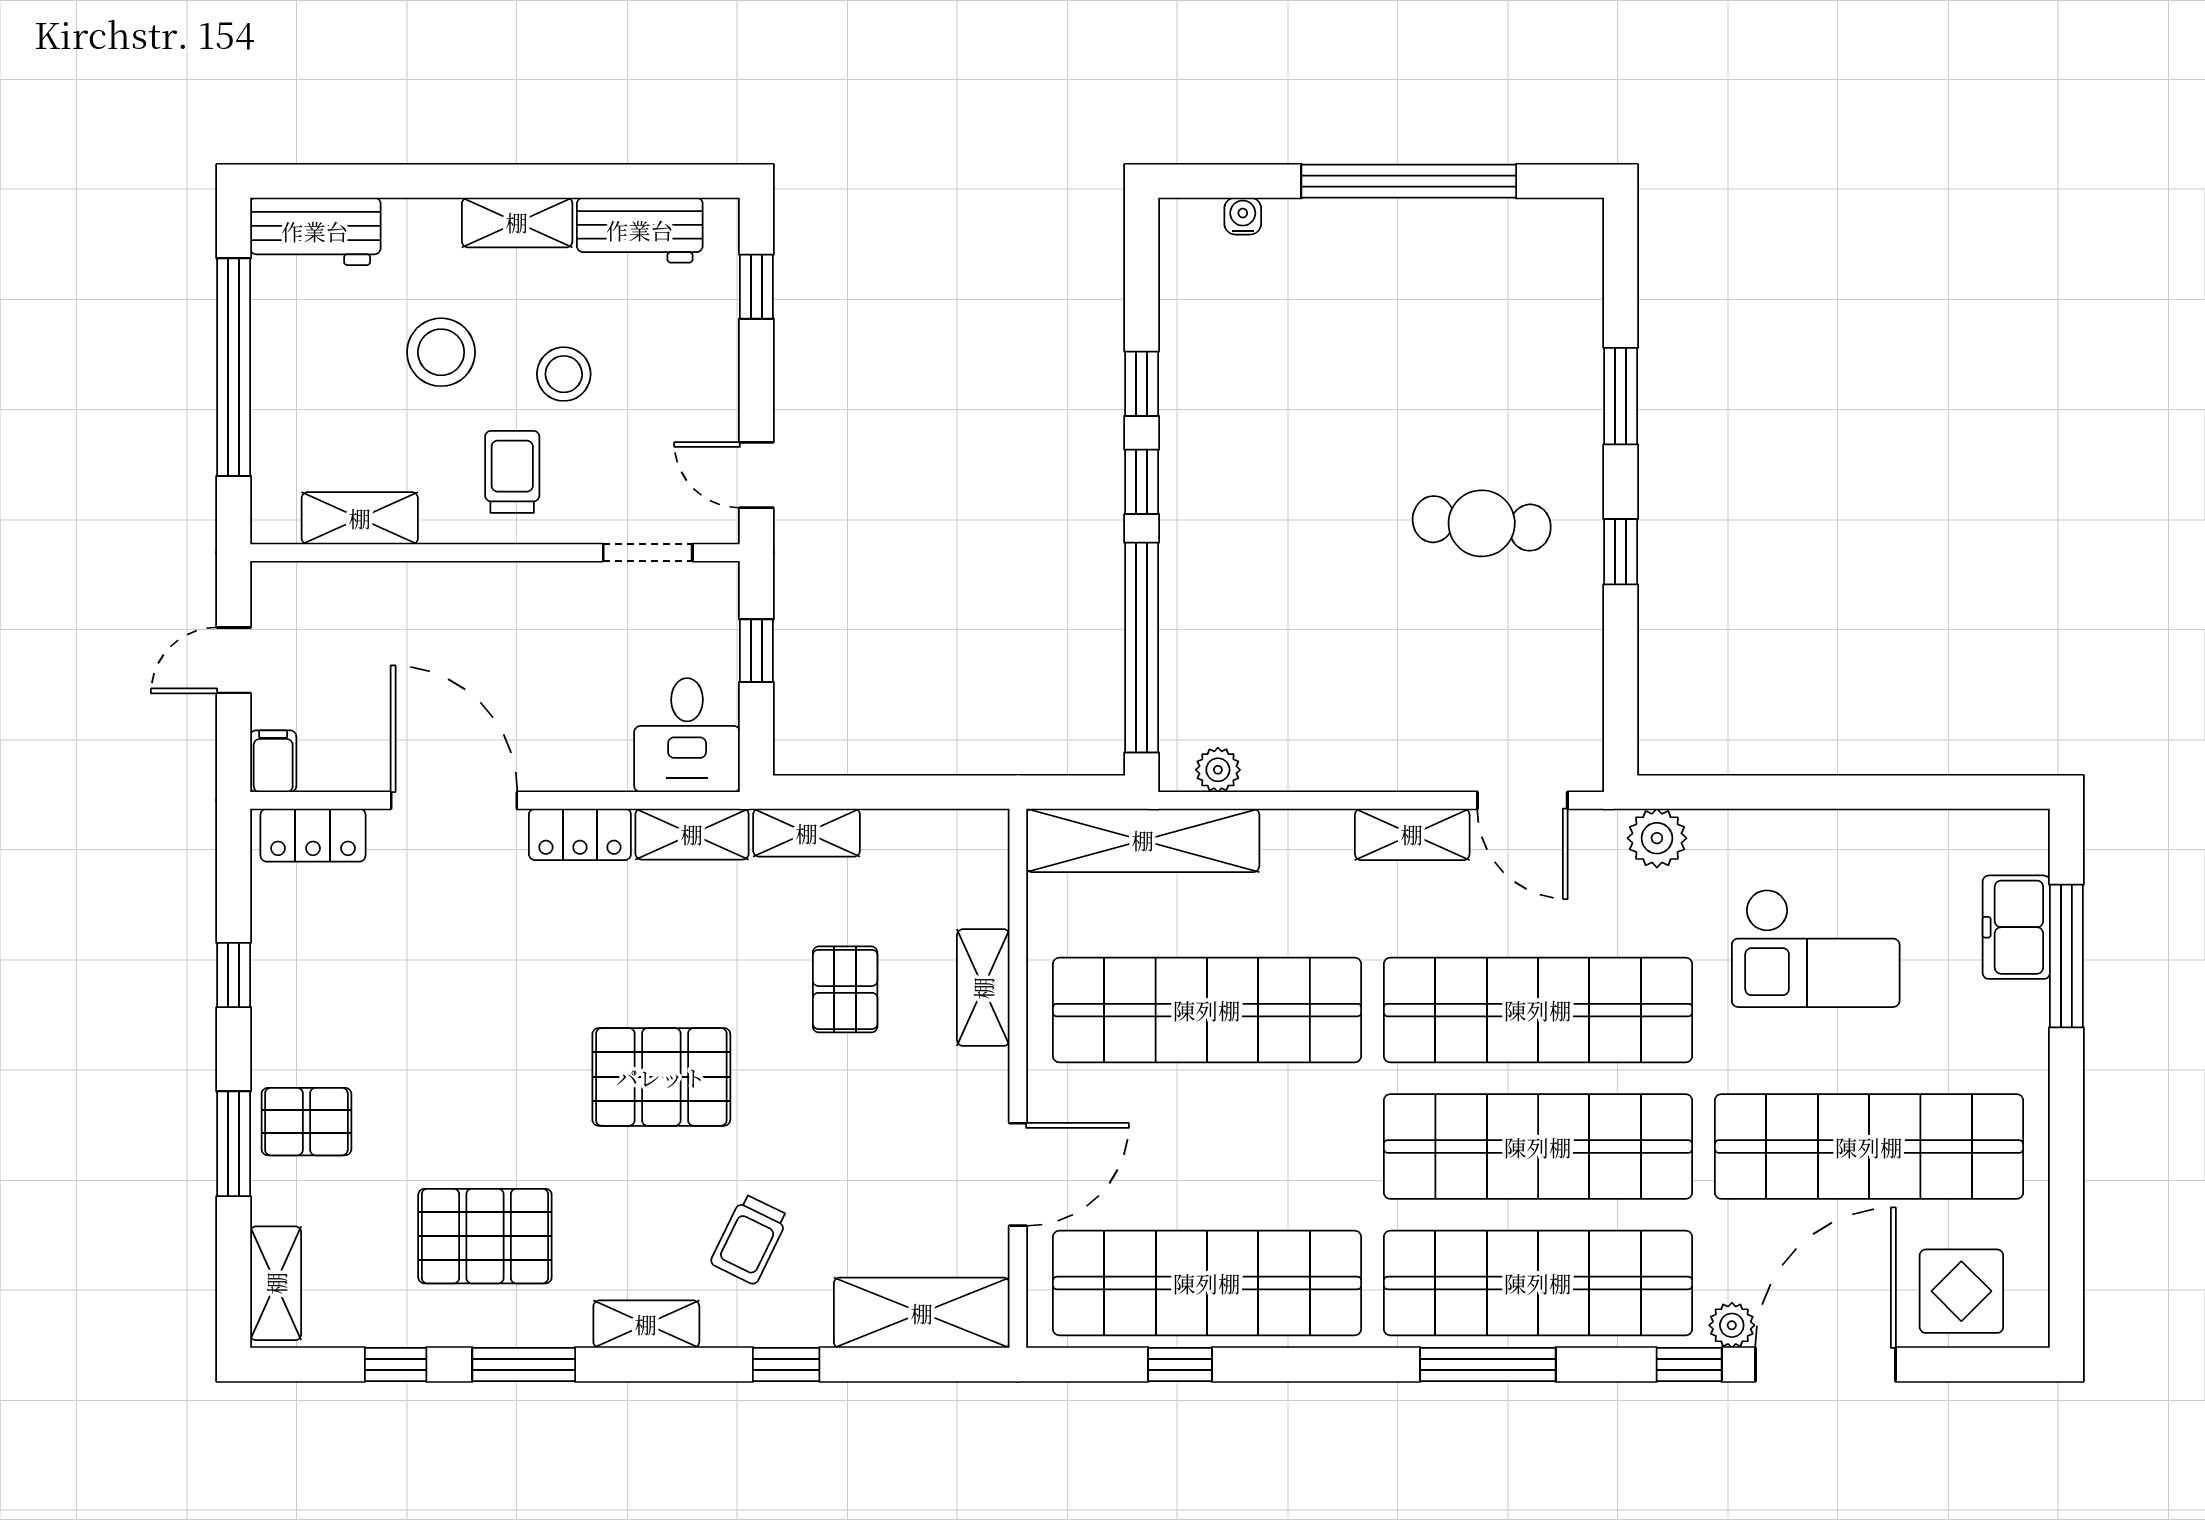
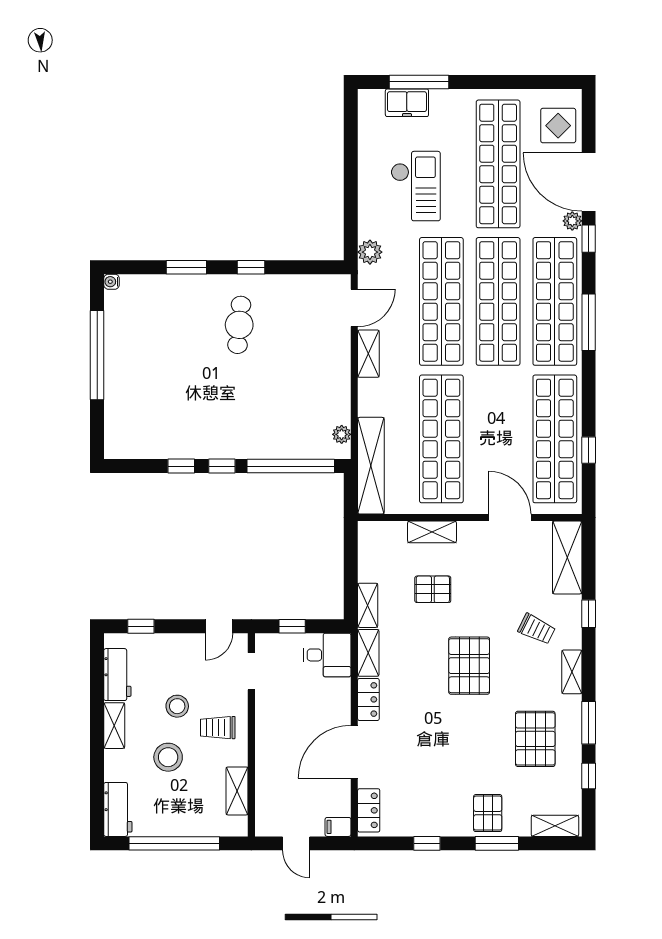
water cooler: (1243, 216) -> (112, 282), moved

